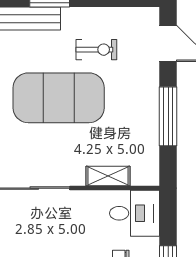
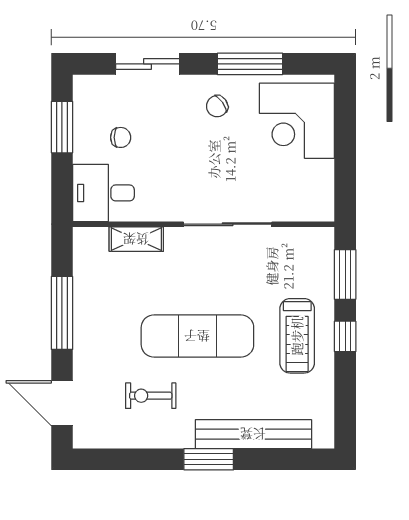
exercise mat: (59, 98) -> (197, 336), width x0.68

